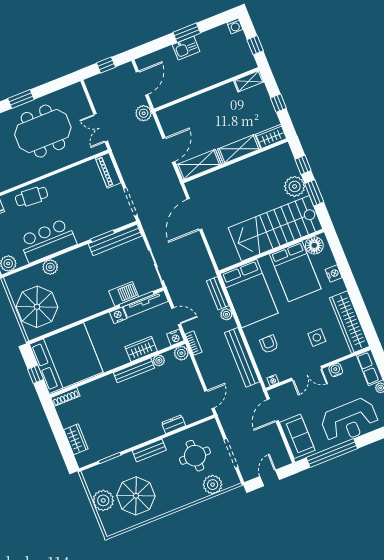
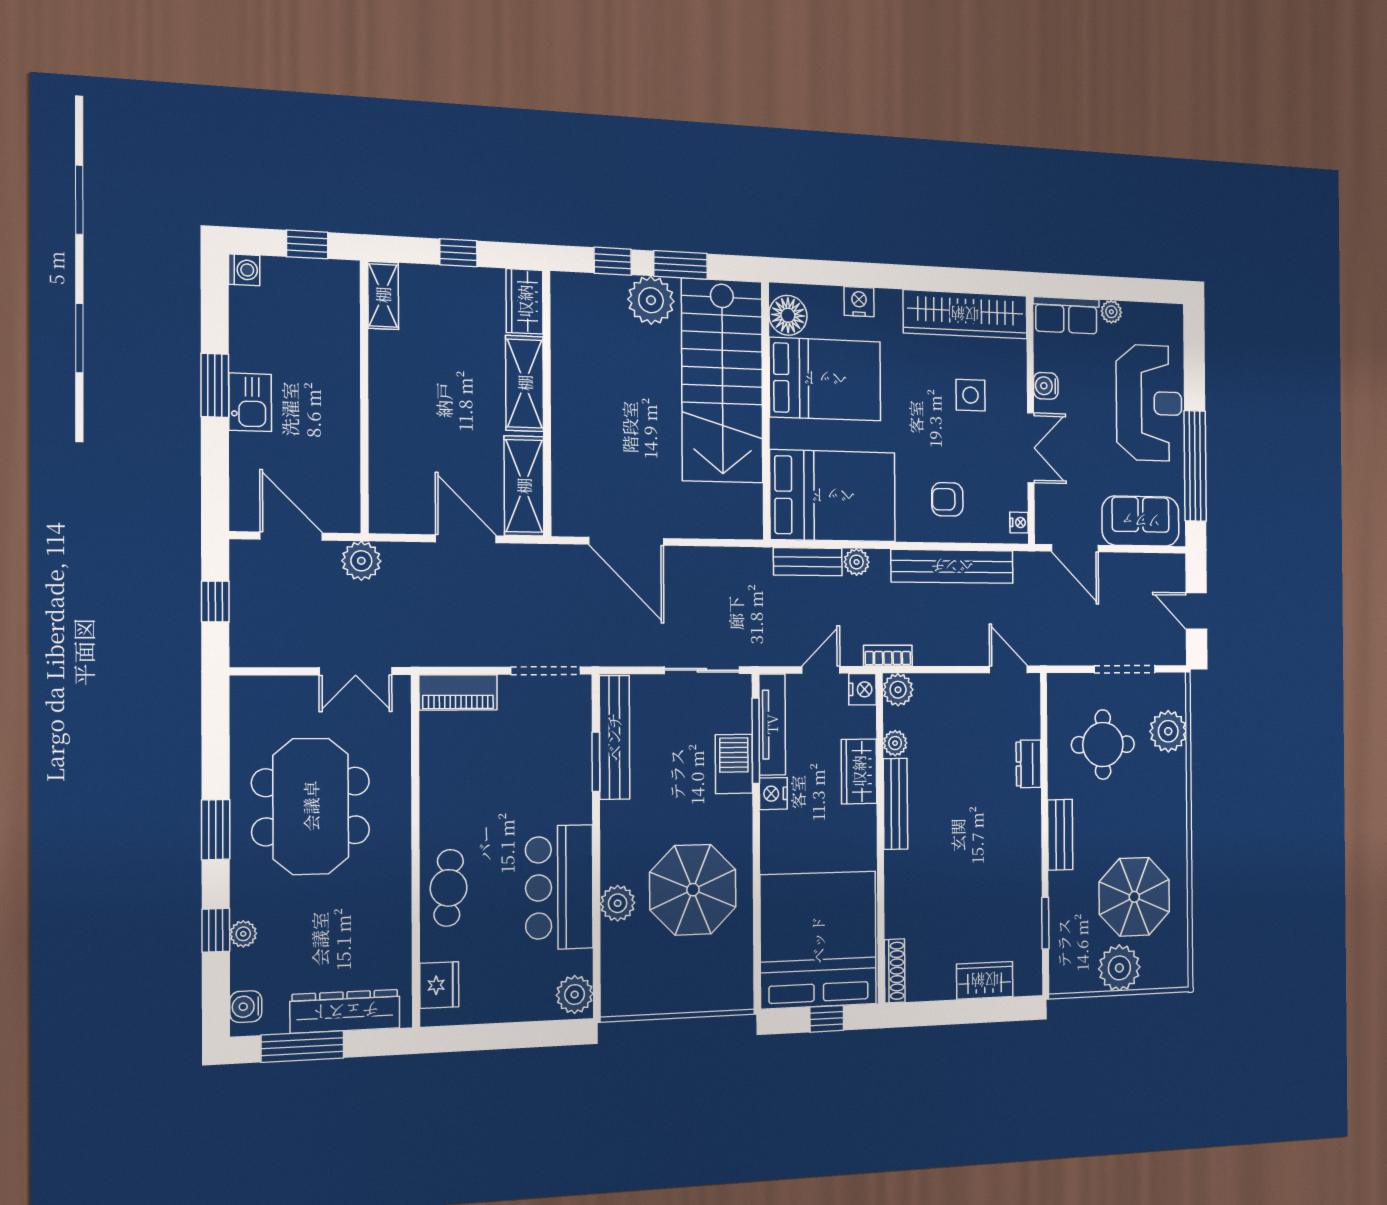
parasol: (37, 307) -> (693, 890), moved

